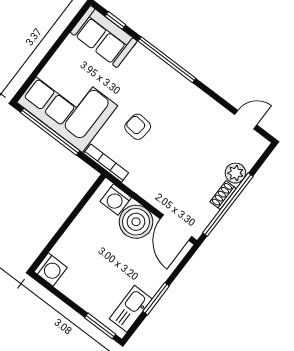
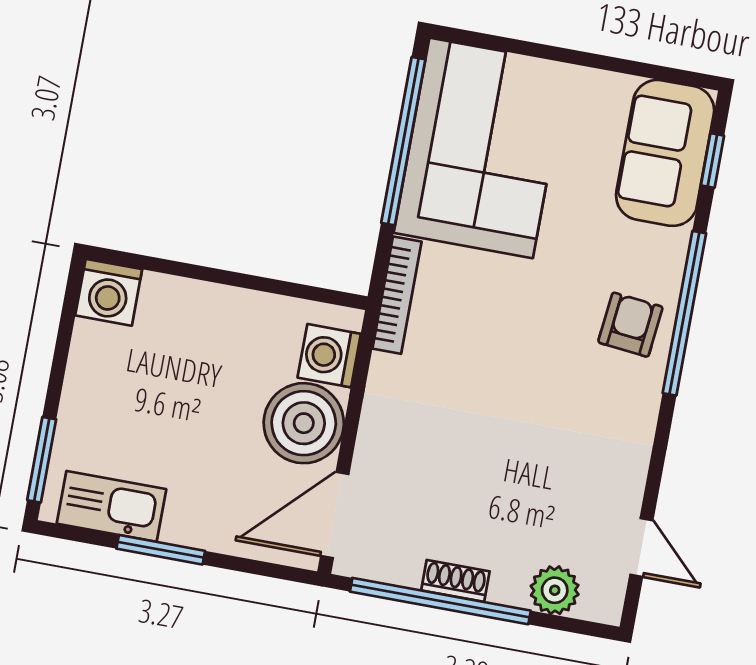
armchair: (138, 127) -> (630, 325), moved
plant: (235, 173) -> (555, 590), moved

